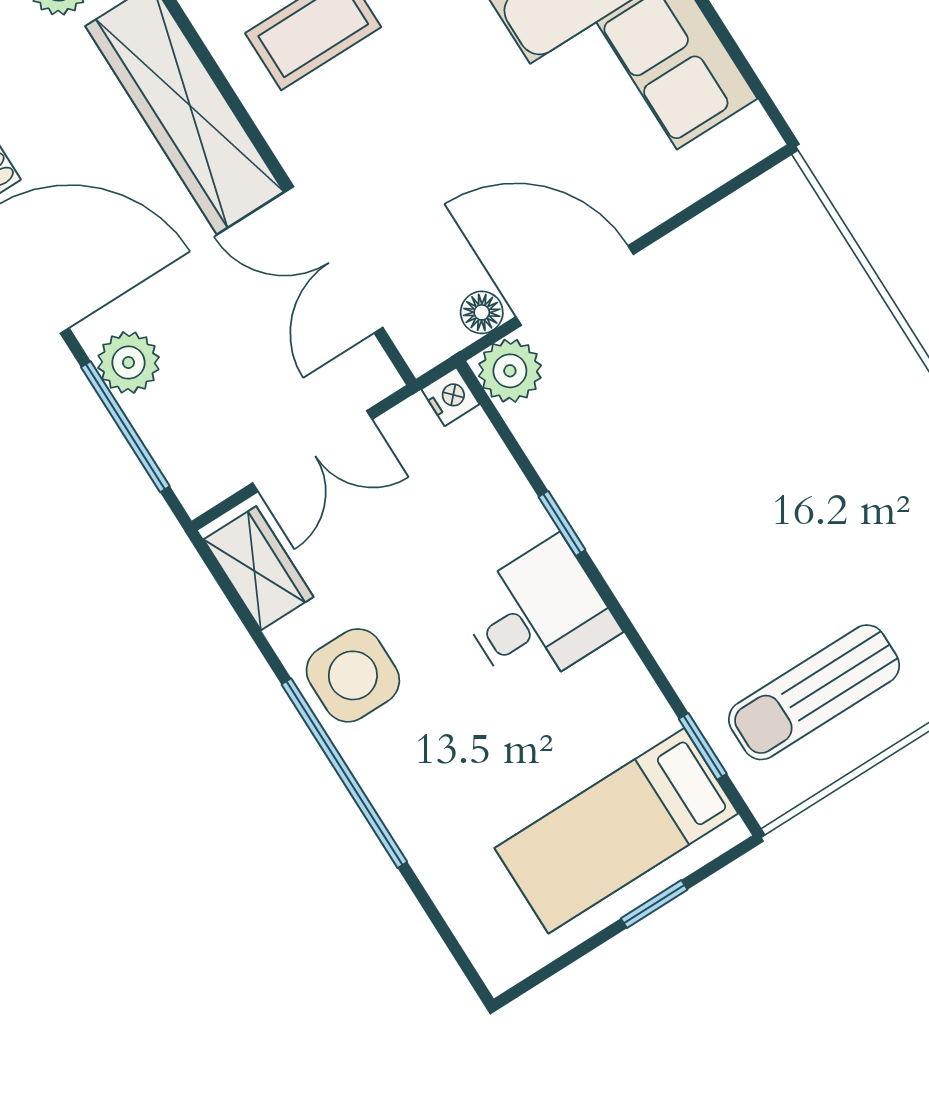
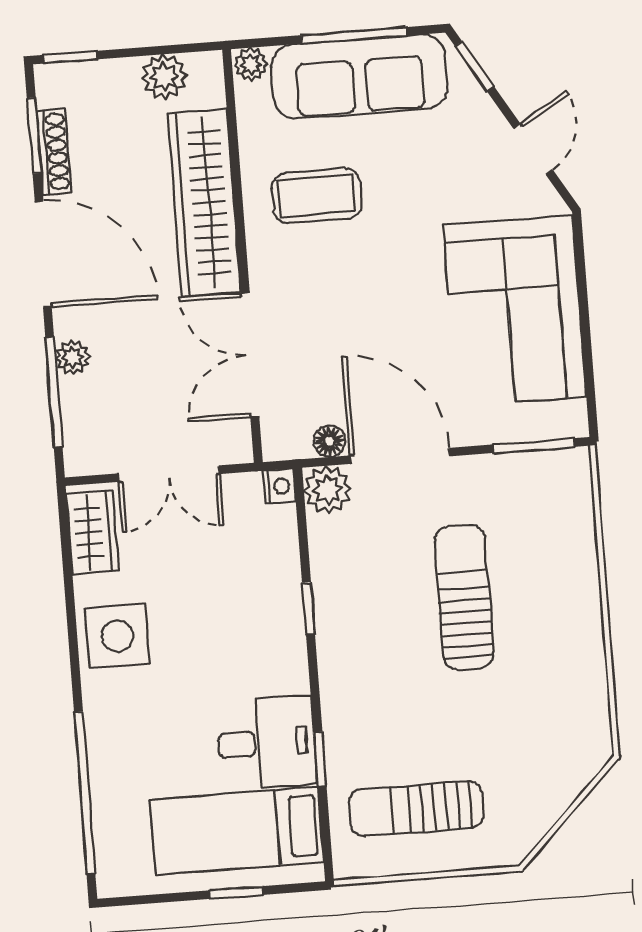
window: (726, 190) -> (534, 446), added
plant: (128, 363) -> (72, 358), width x0.73, depth x0.73
sun lounger: (739, 412) -> (464, 597), added
desk: (538, 616) -> (266, 743), moved
window: (703, 746) -> (320, 759), moved
window: (344, 773) -> (85, 793), moved

